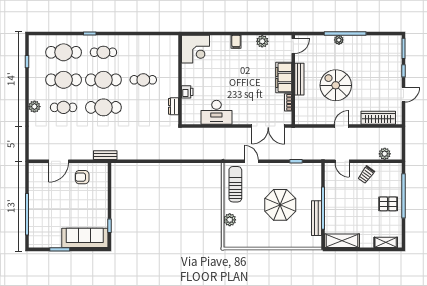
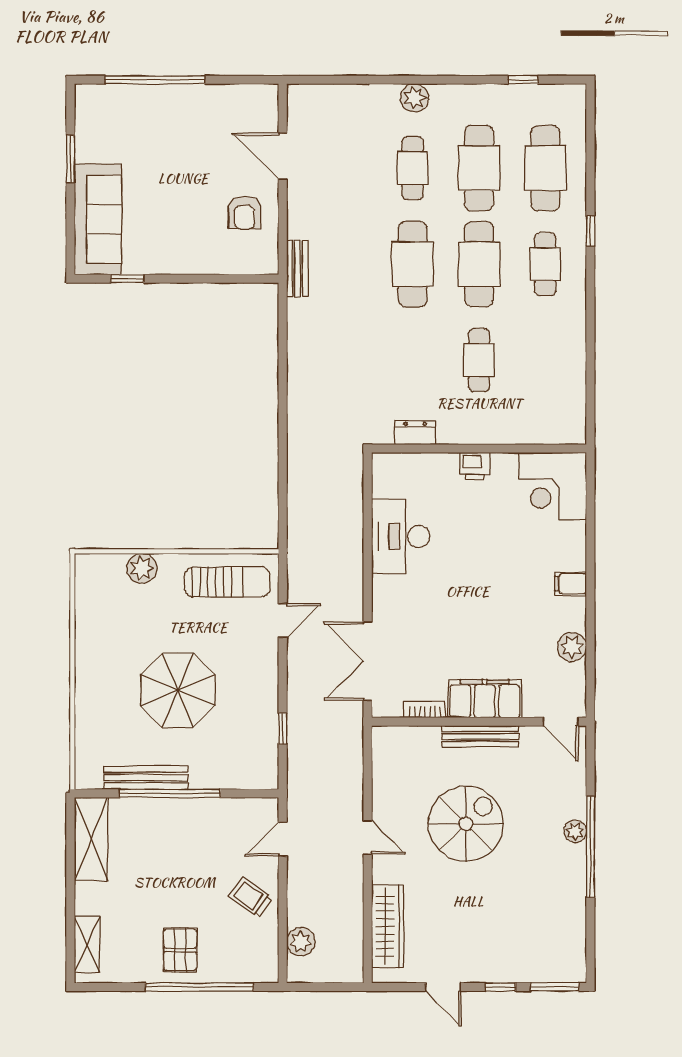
printer: (187, 92) -> (475, 466), moved
armchair: (82, 177) -> (245, 213), turned 180

